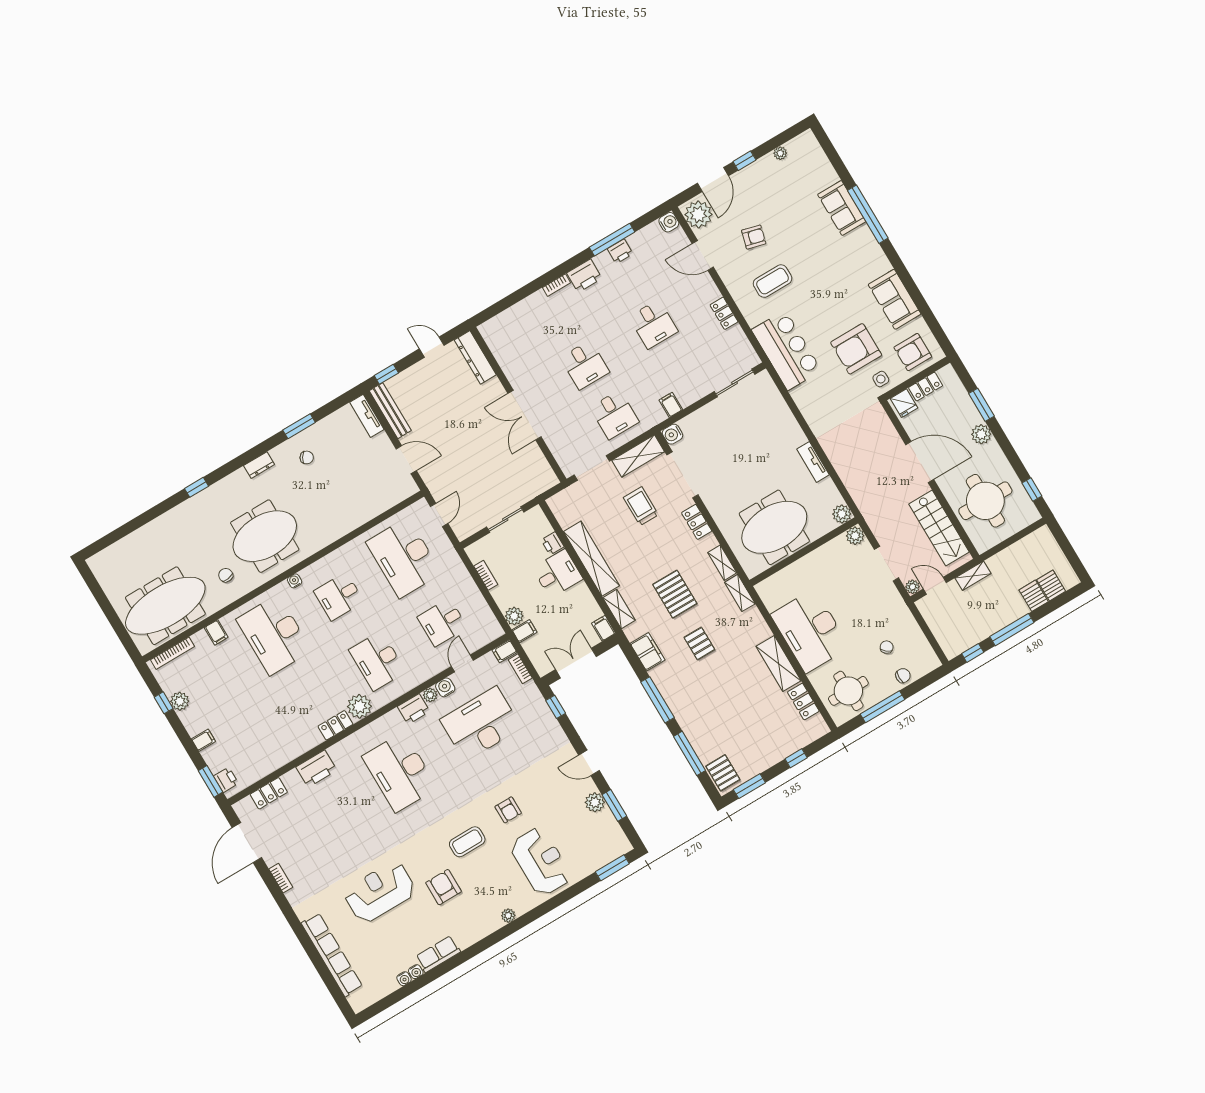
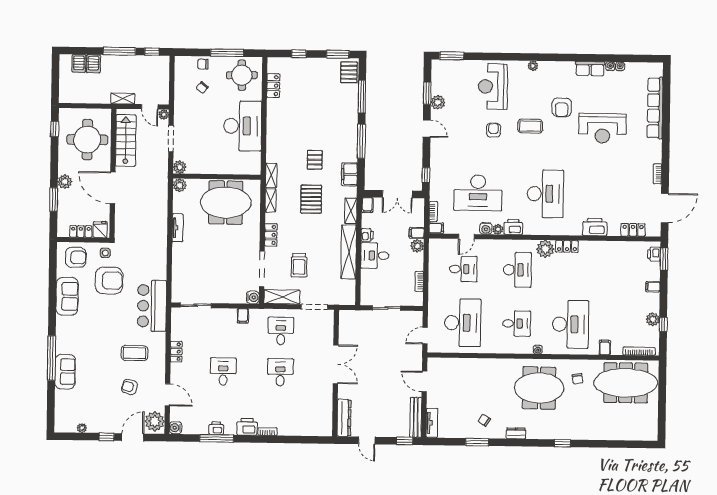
printer: (553, 543) -> (367, 235), moved
shelving: (779, 663) -> (274, 118), removed

